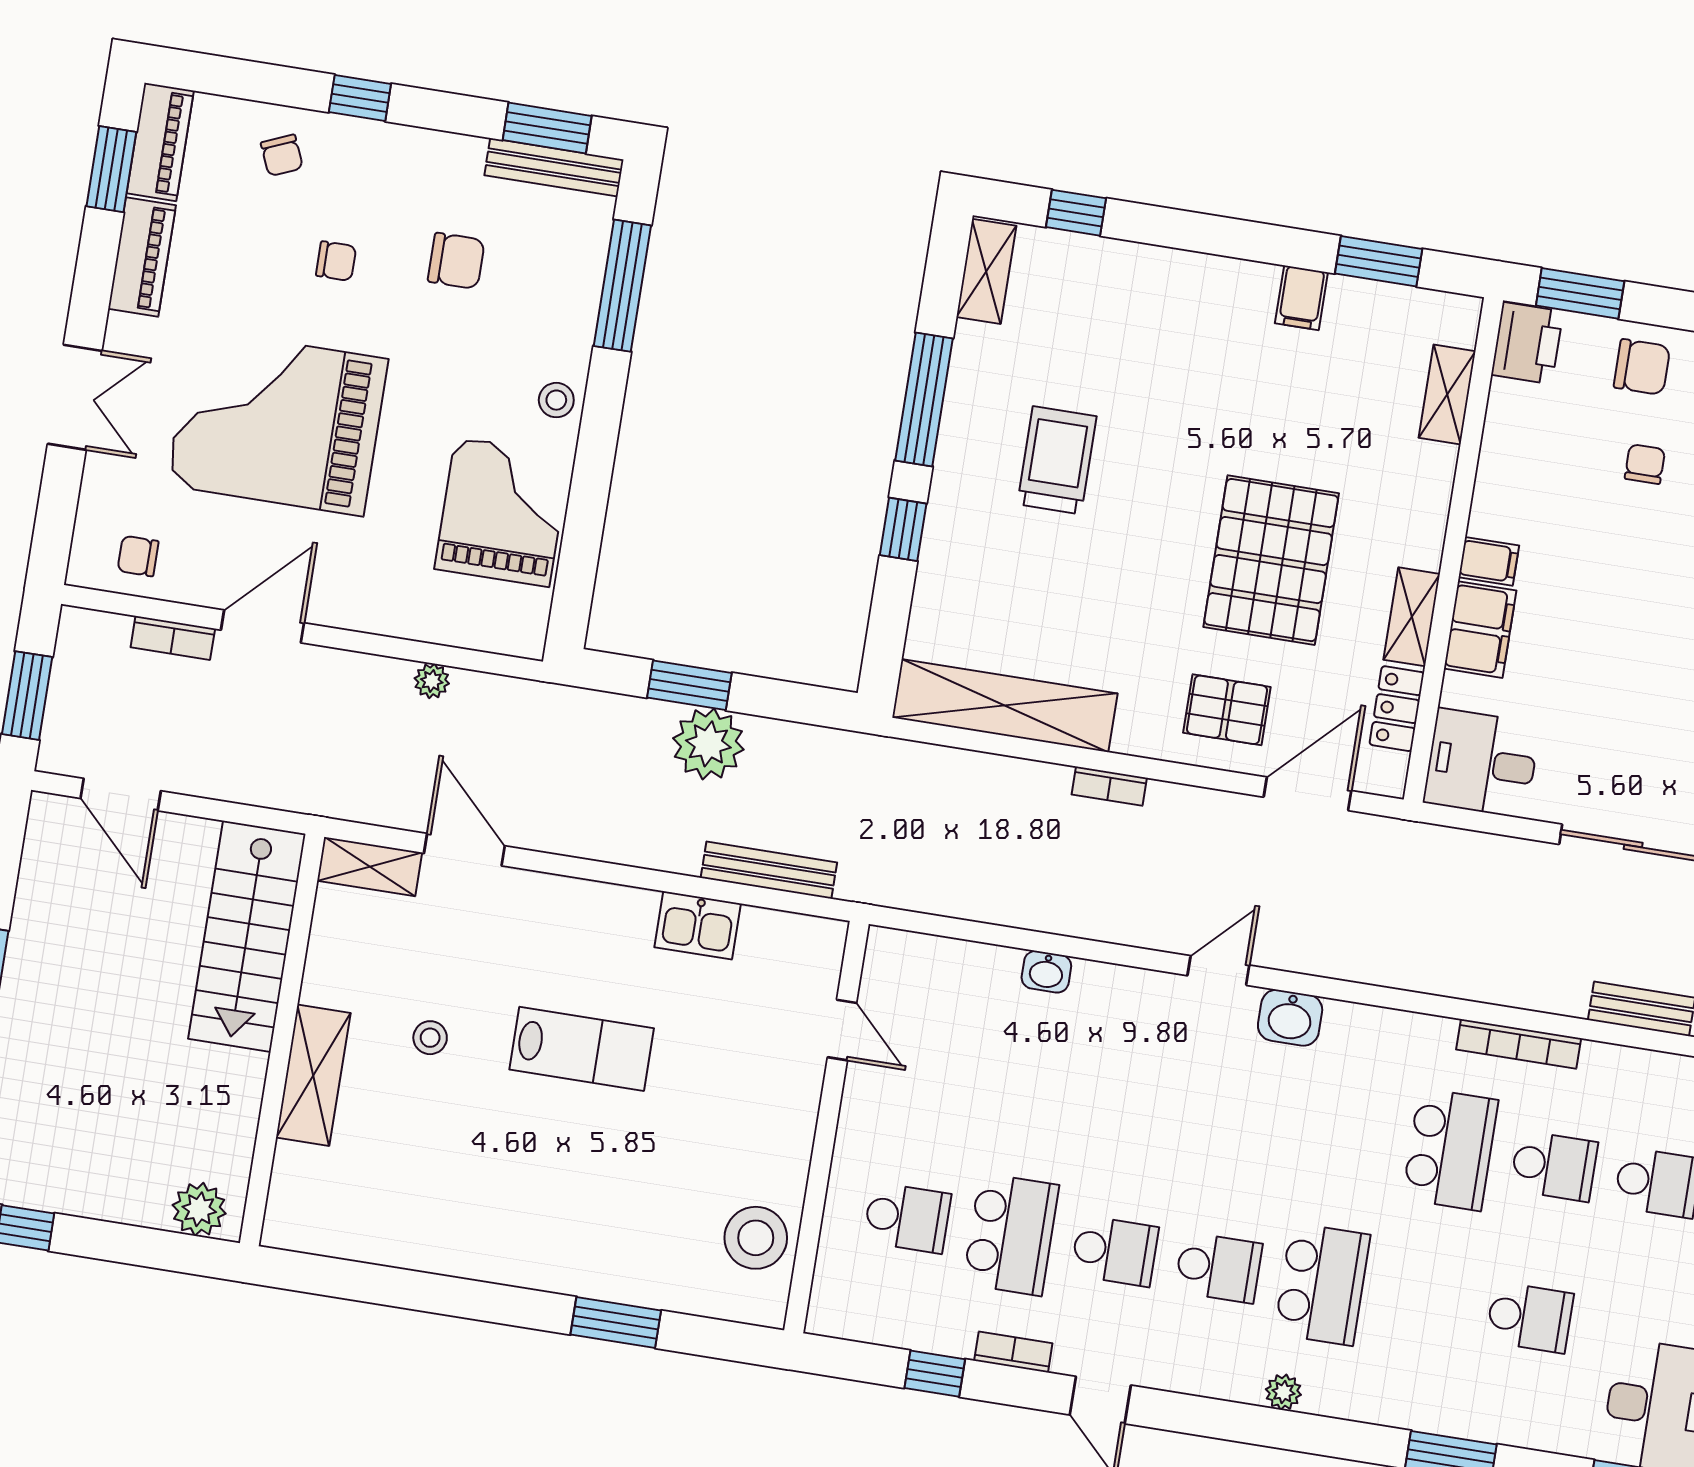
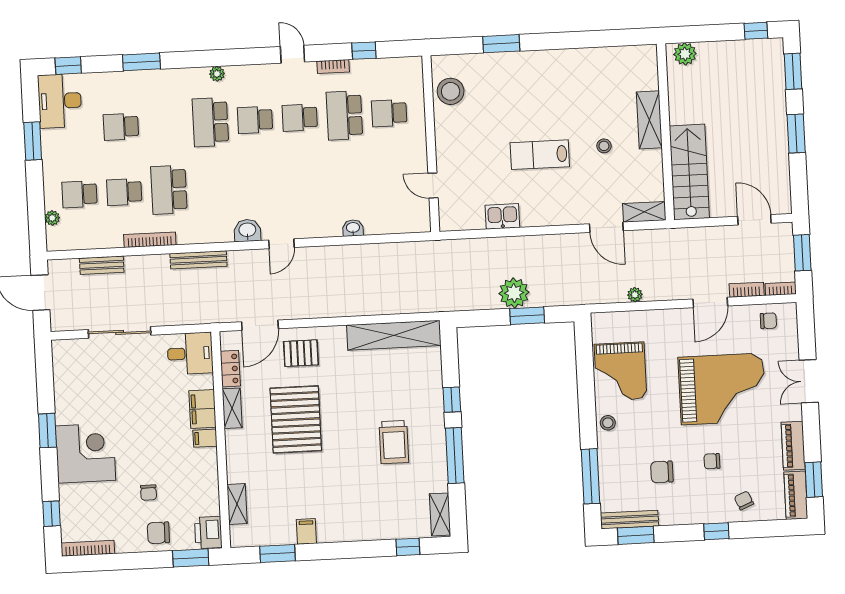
bookcase: (1109, 786) -> (781, 289), moved
bench: (769, 870) -> (198, 260), moved

